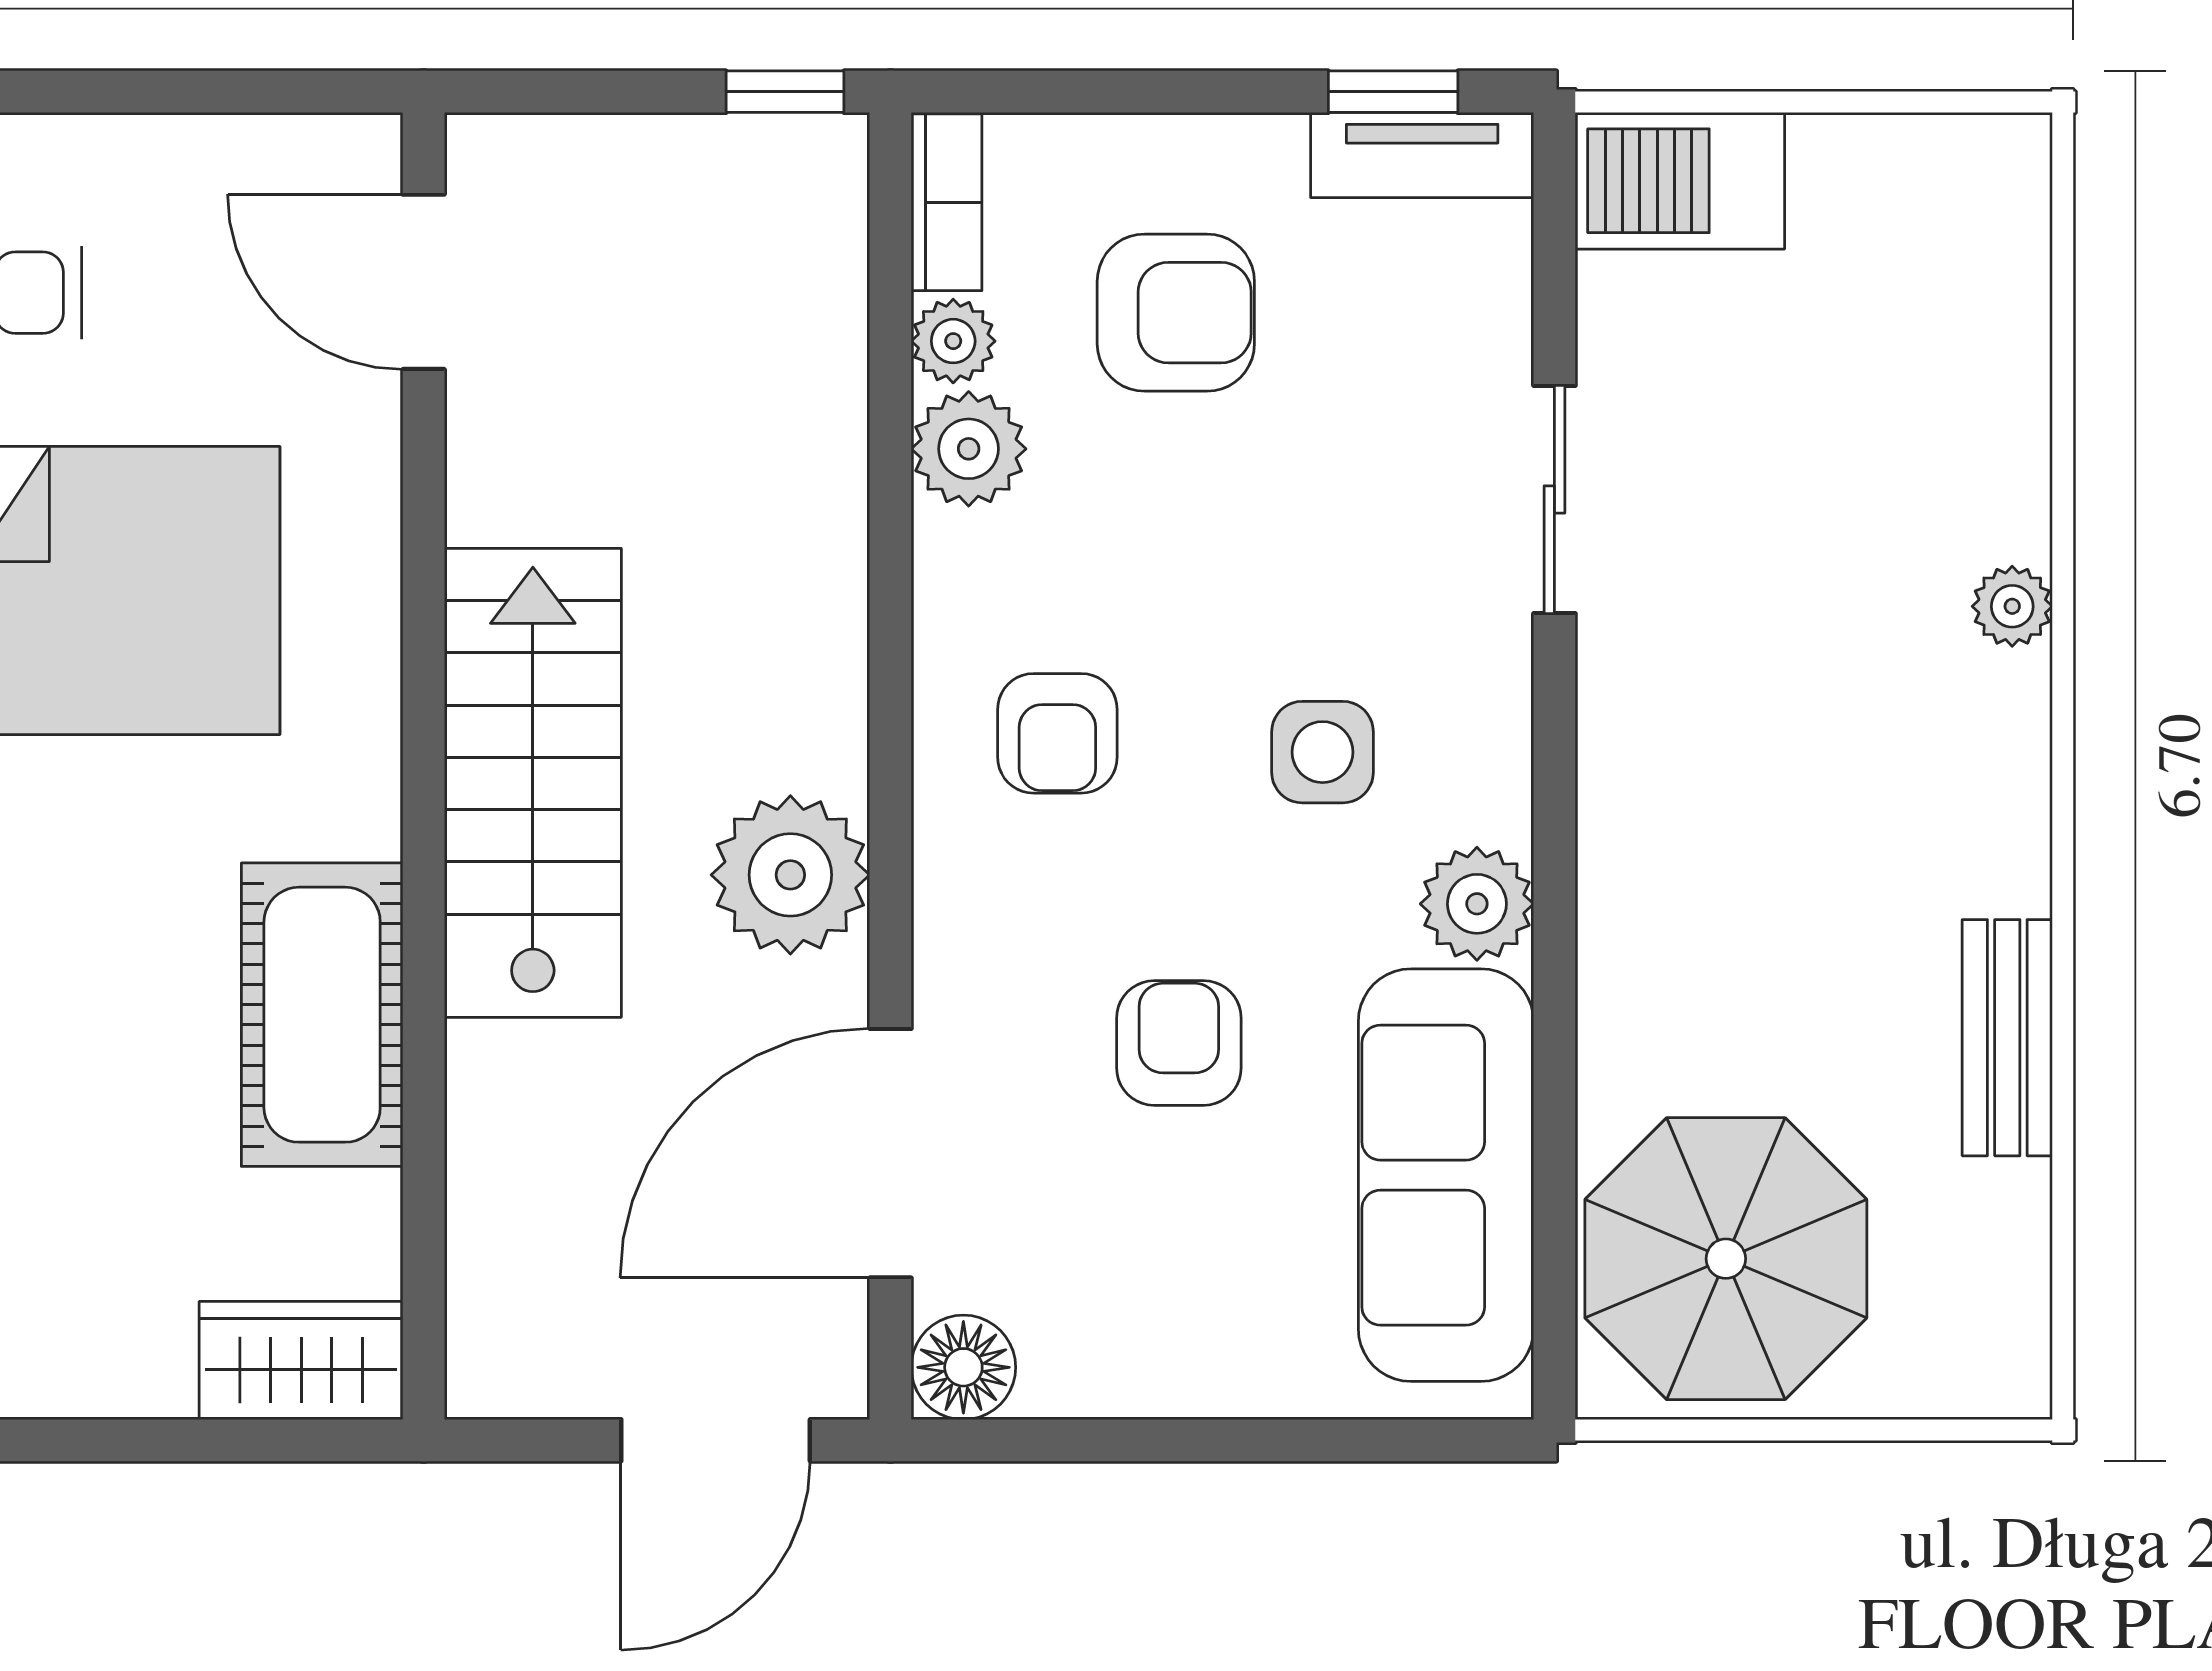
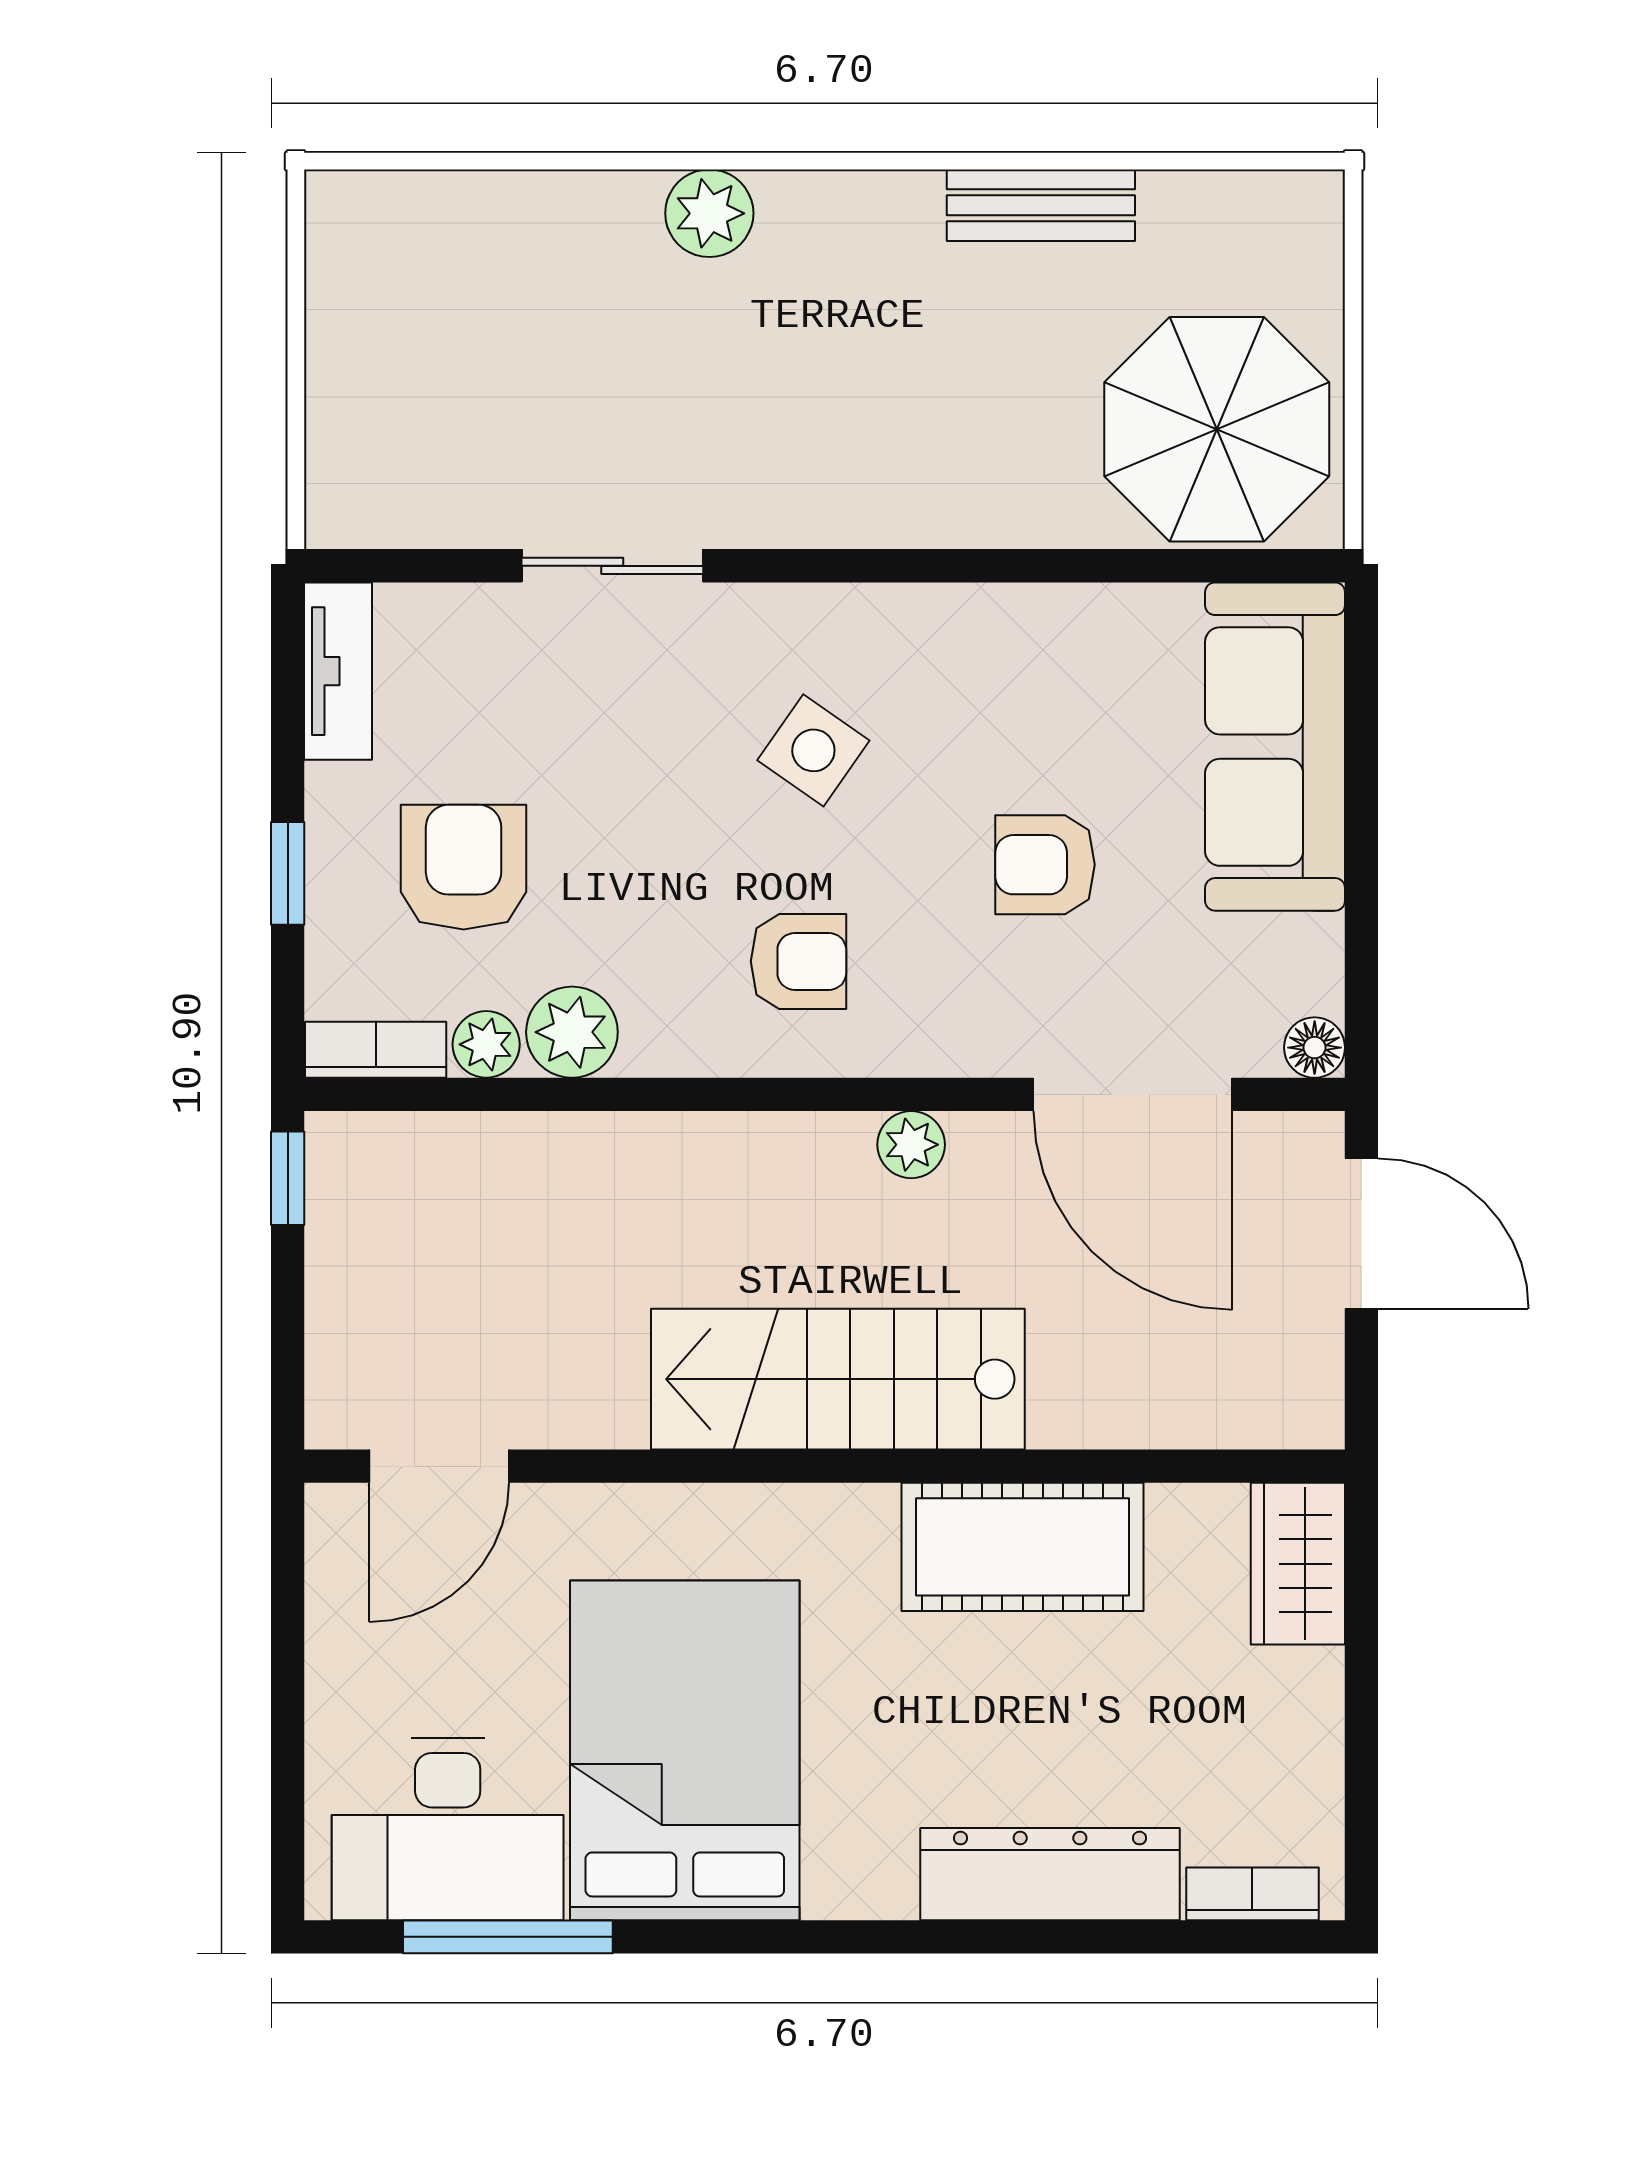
window: (1393, 92) -> (288, 873), moved
barbecue: (1680, 181) -> (359, 466), removed
plant: (2012, 606) -> (709, 213), width x1.38, depth x1.38
side table: (1323, 752) -> (813, 750), turned 35
plant: (790, 875) -> (911, 1145), width x0.53, depth x0.53
plant: (1477, 904) -> (934, 627), removed
sofa: (1446, 1175) -> (1275, 747), moved, turned 90
floor lamp: (963, 1367) -> (1315, 1048), width x0.73, depth x0.73

